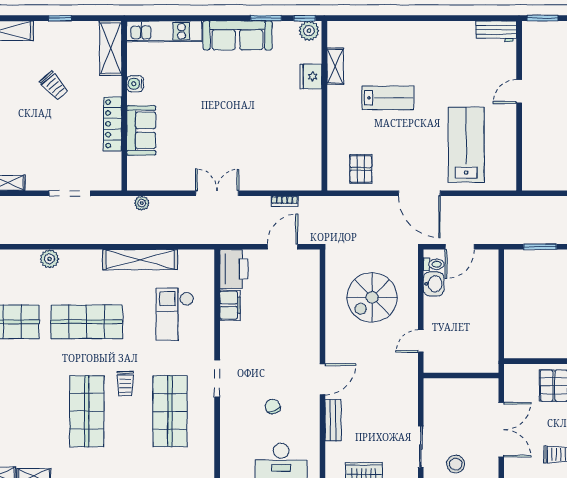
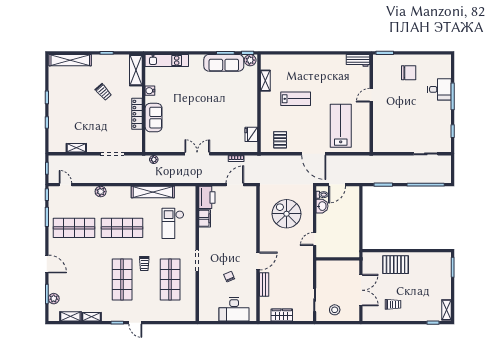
sofa: (237, 35) -> (224, 63), moved
fridge: (311, 76) -> (251, 134), moved
spiral stairs: (372, 297) -> (287, 214), turned 90

